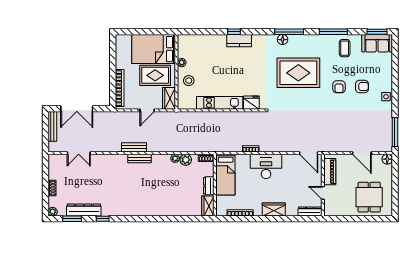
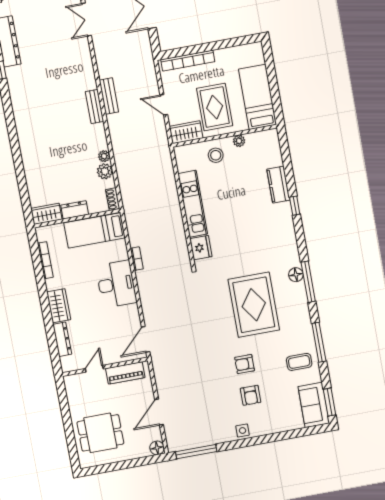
kitchen counter: (239, 41) -> (278, 185), moved
bed: (154, 49) -> (258, 97), width x0.67
dresser: (310, 212) -> (62, 339), moved

